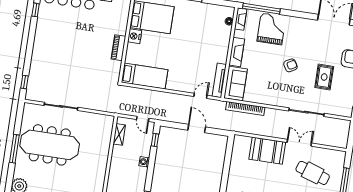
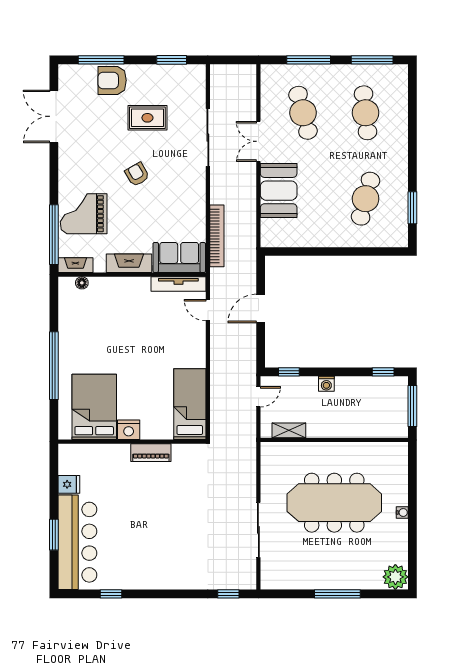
meeting table: (50, 145) -> (334, 503), moved, turned 90
cafe table: (313, 173) -> (303, 113), turned -33

